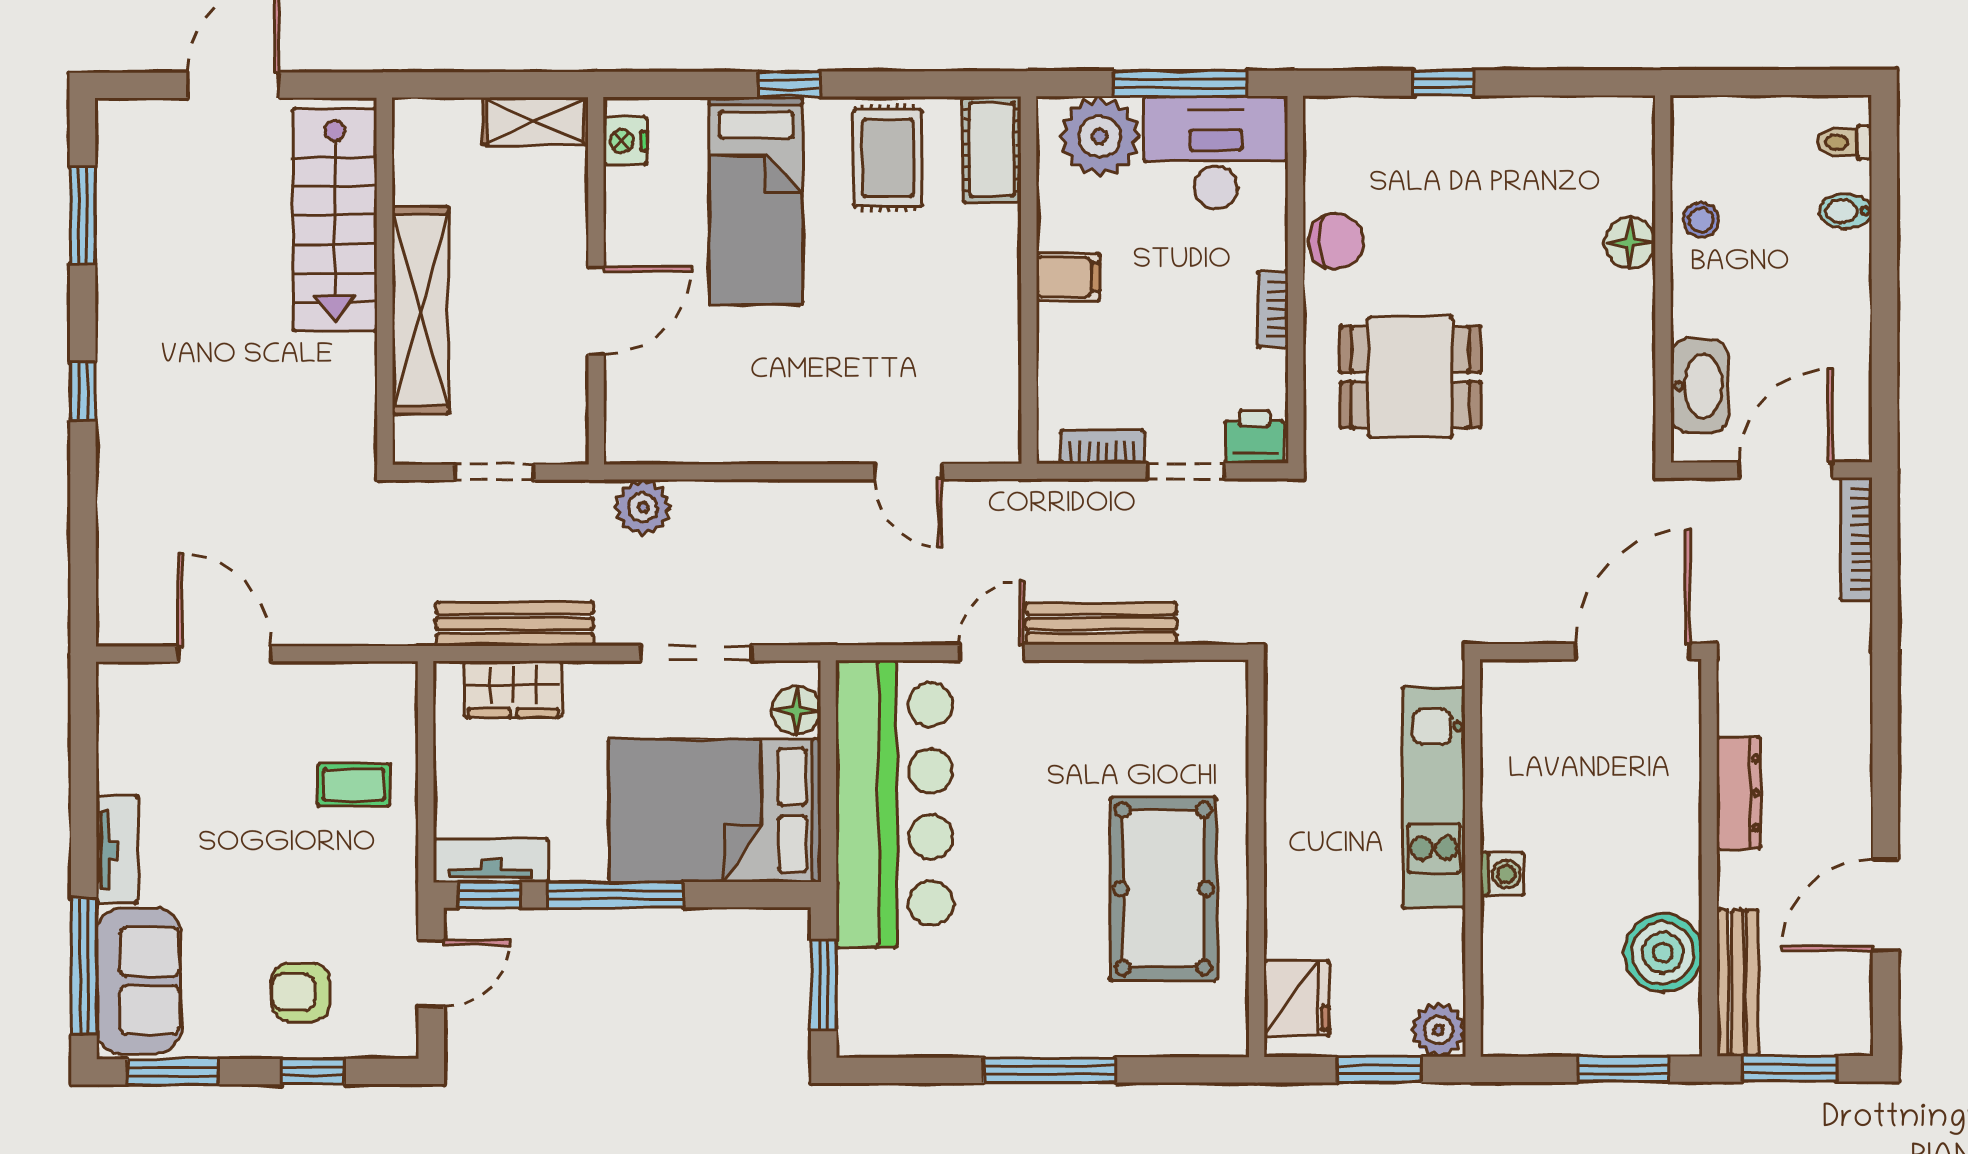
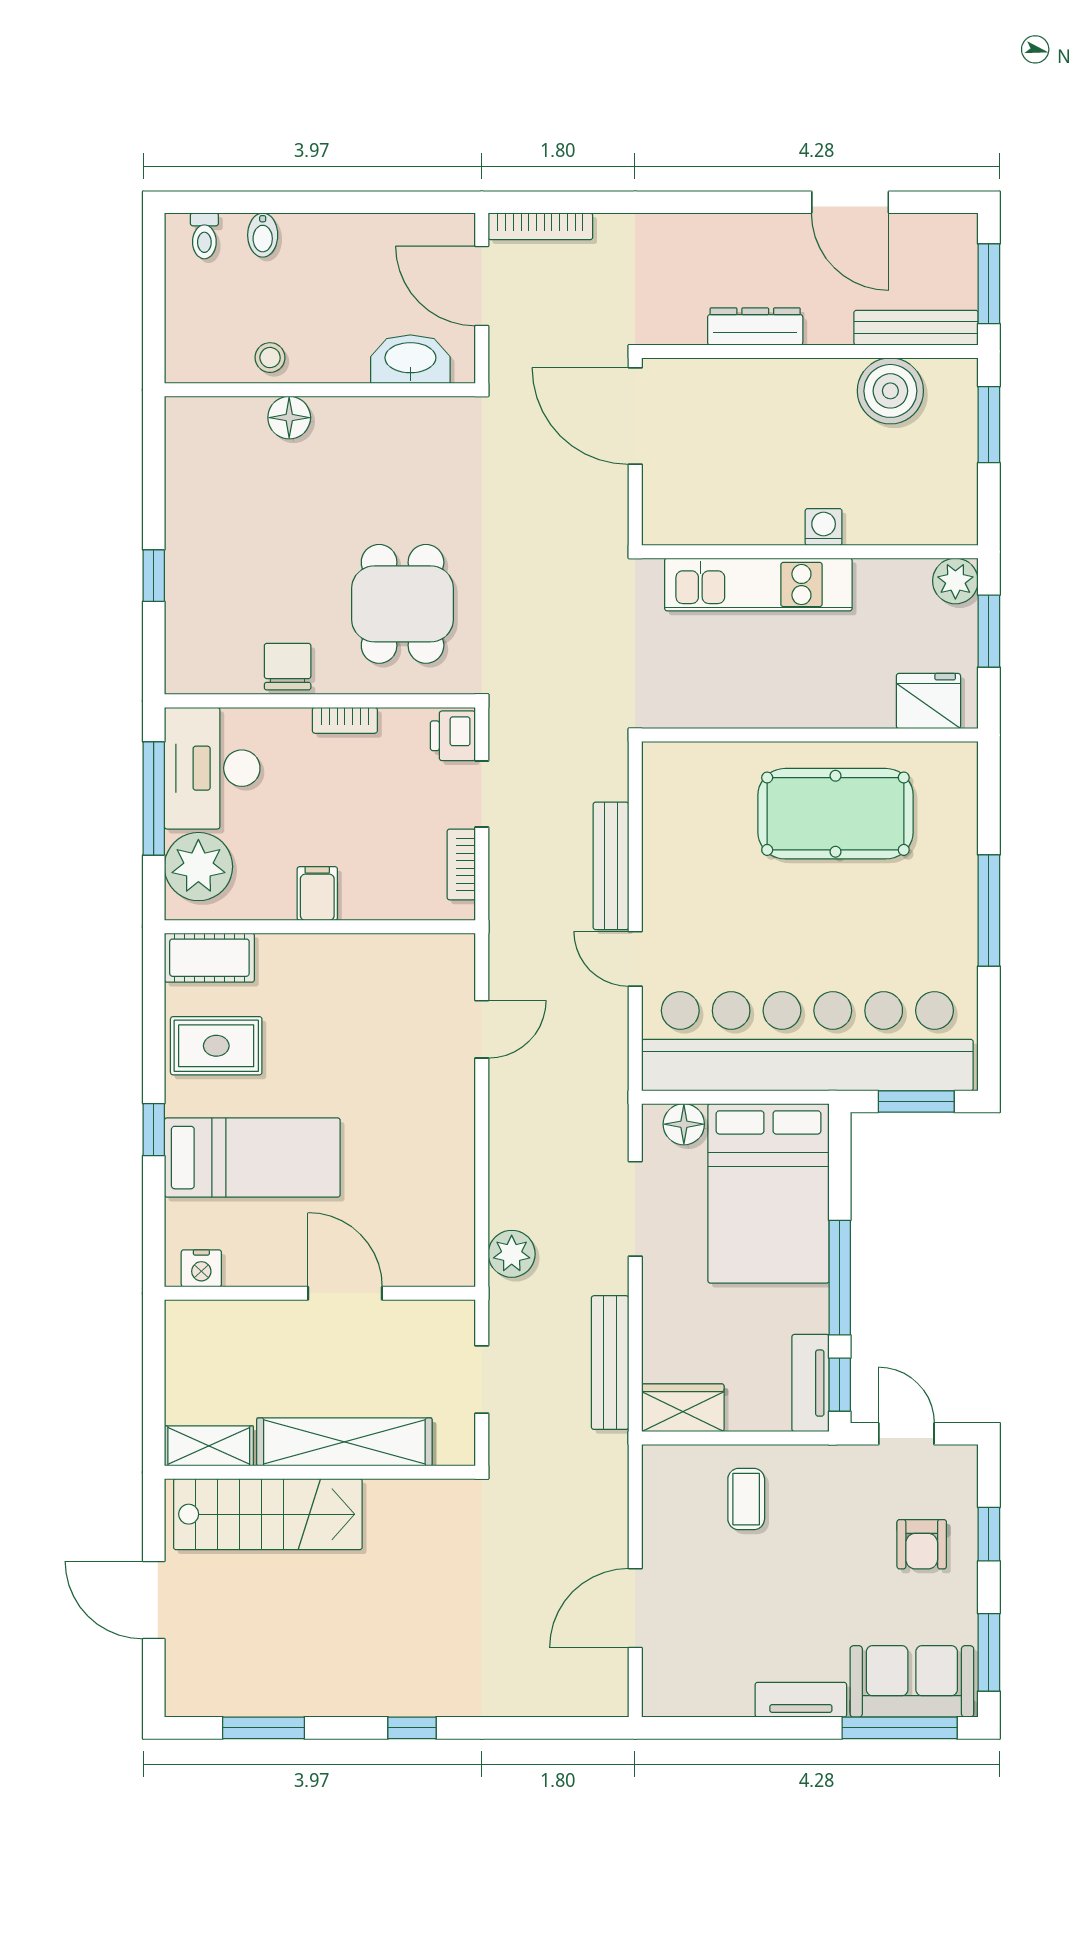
shelving: (536, 121) -> (209, 1446), moved, turned 90
wardrobe: (513, 689) -> (683, 1408), moved, turned -90
bar counter: (894, 804) -> (807, 1041), width x1.36

